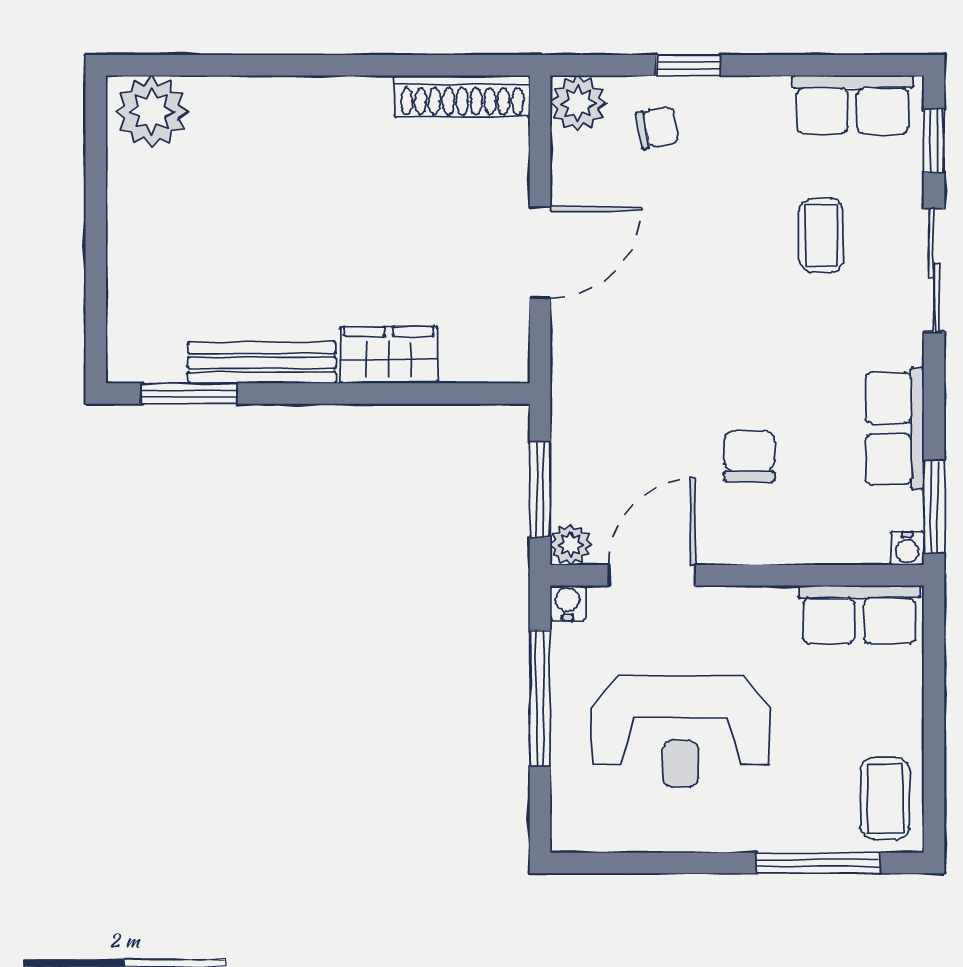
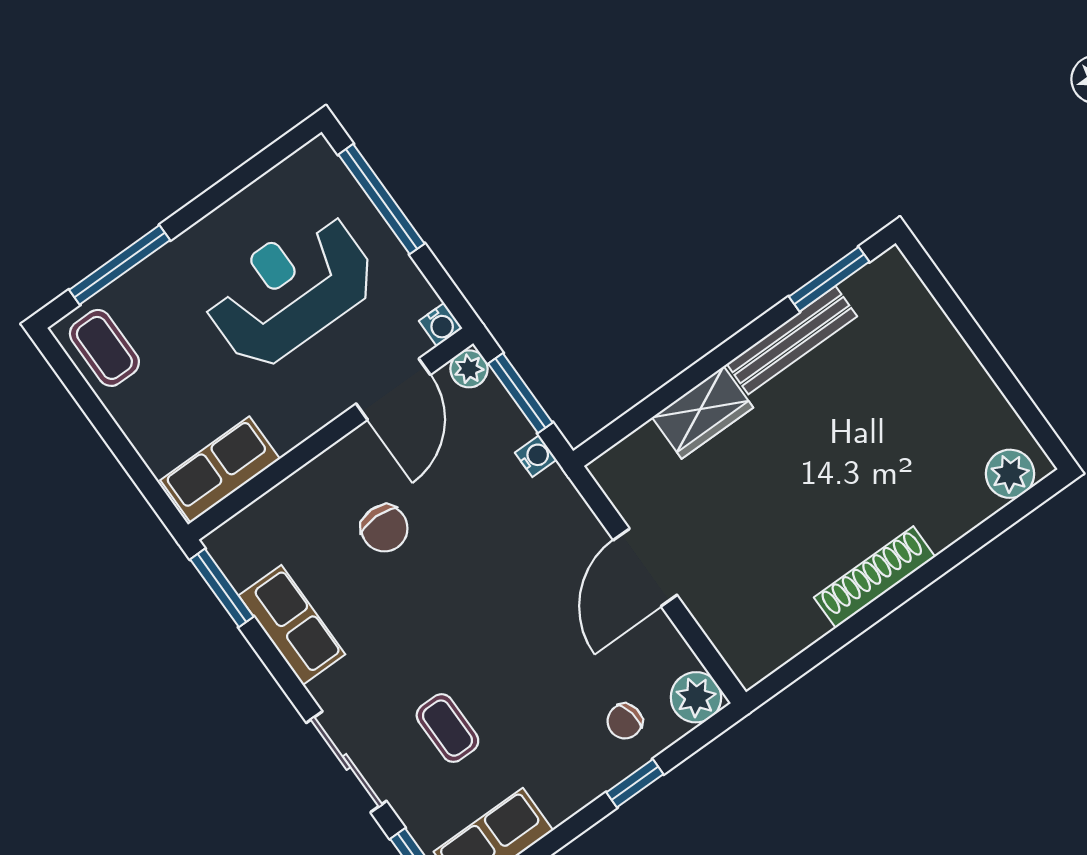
shoe rack: (462, 96) -> (875, 577), moved
plant: (152, 112) -> (1010, 474), width x0.73, depth x0.73
water cooler: (907, 548) -> (536, 456), moved, turned 90
window: (540, 698) -> (381, 199), moved

